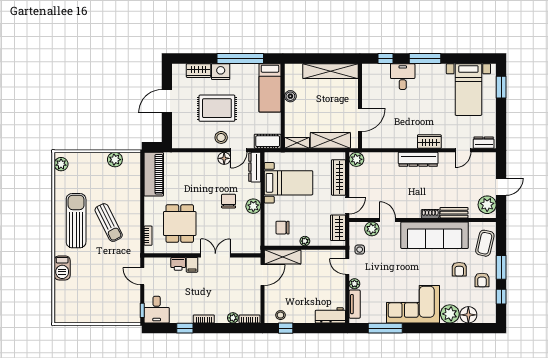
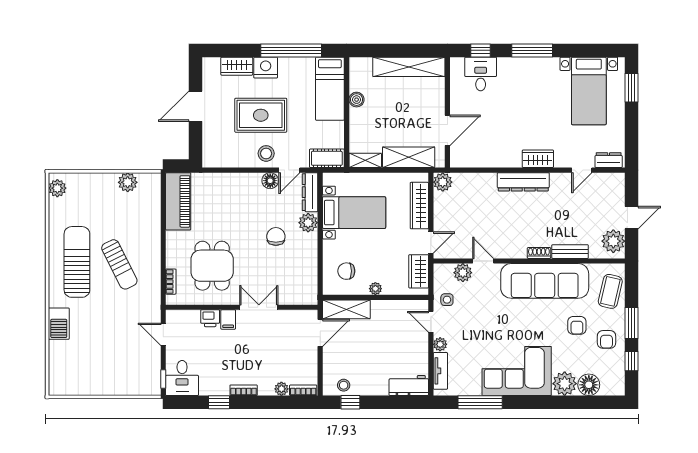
desk: (403, 77) -> (481, 74), moved
plant: (253, 206) -> (308, 223), moved

